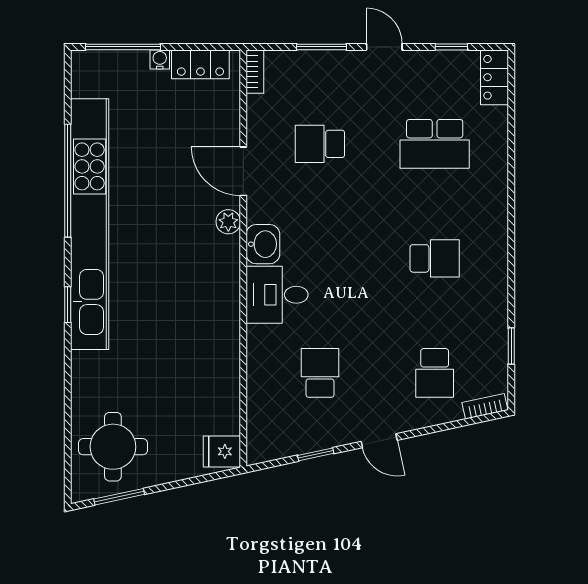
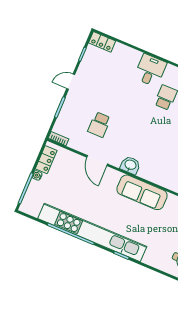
school desk: (435, 144) -> (119, 78), removed
door: (243, 171) -> (97, 161), hinge flipped
plant: (228, 222) -> (115, 175), removed
sofa: (217, 292) -> (142, 192), added
desk: (277, 295) -> (150, 70), moved, turned 180

